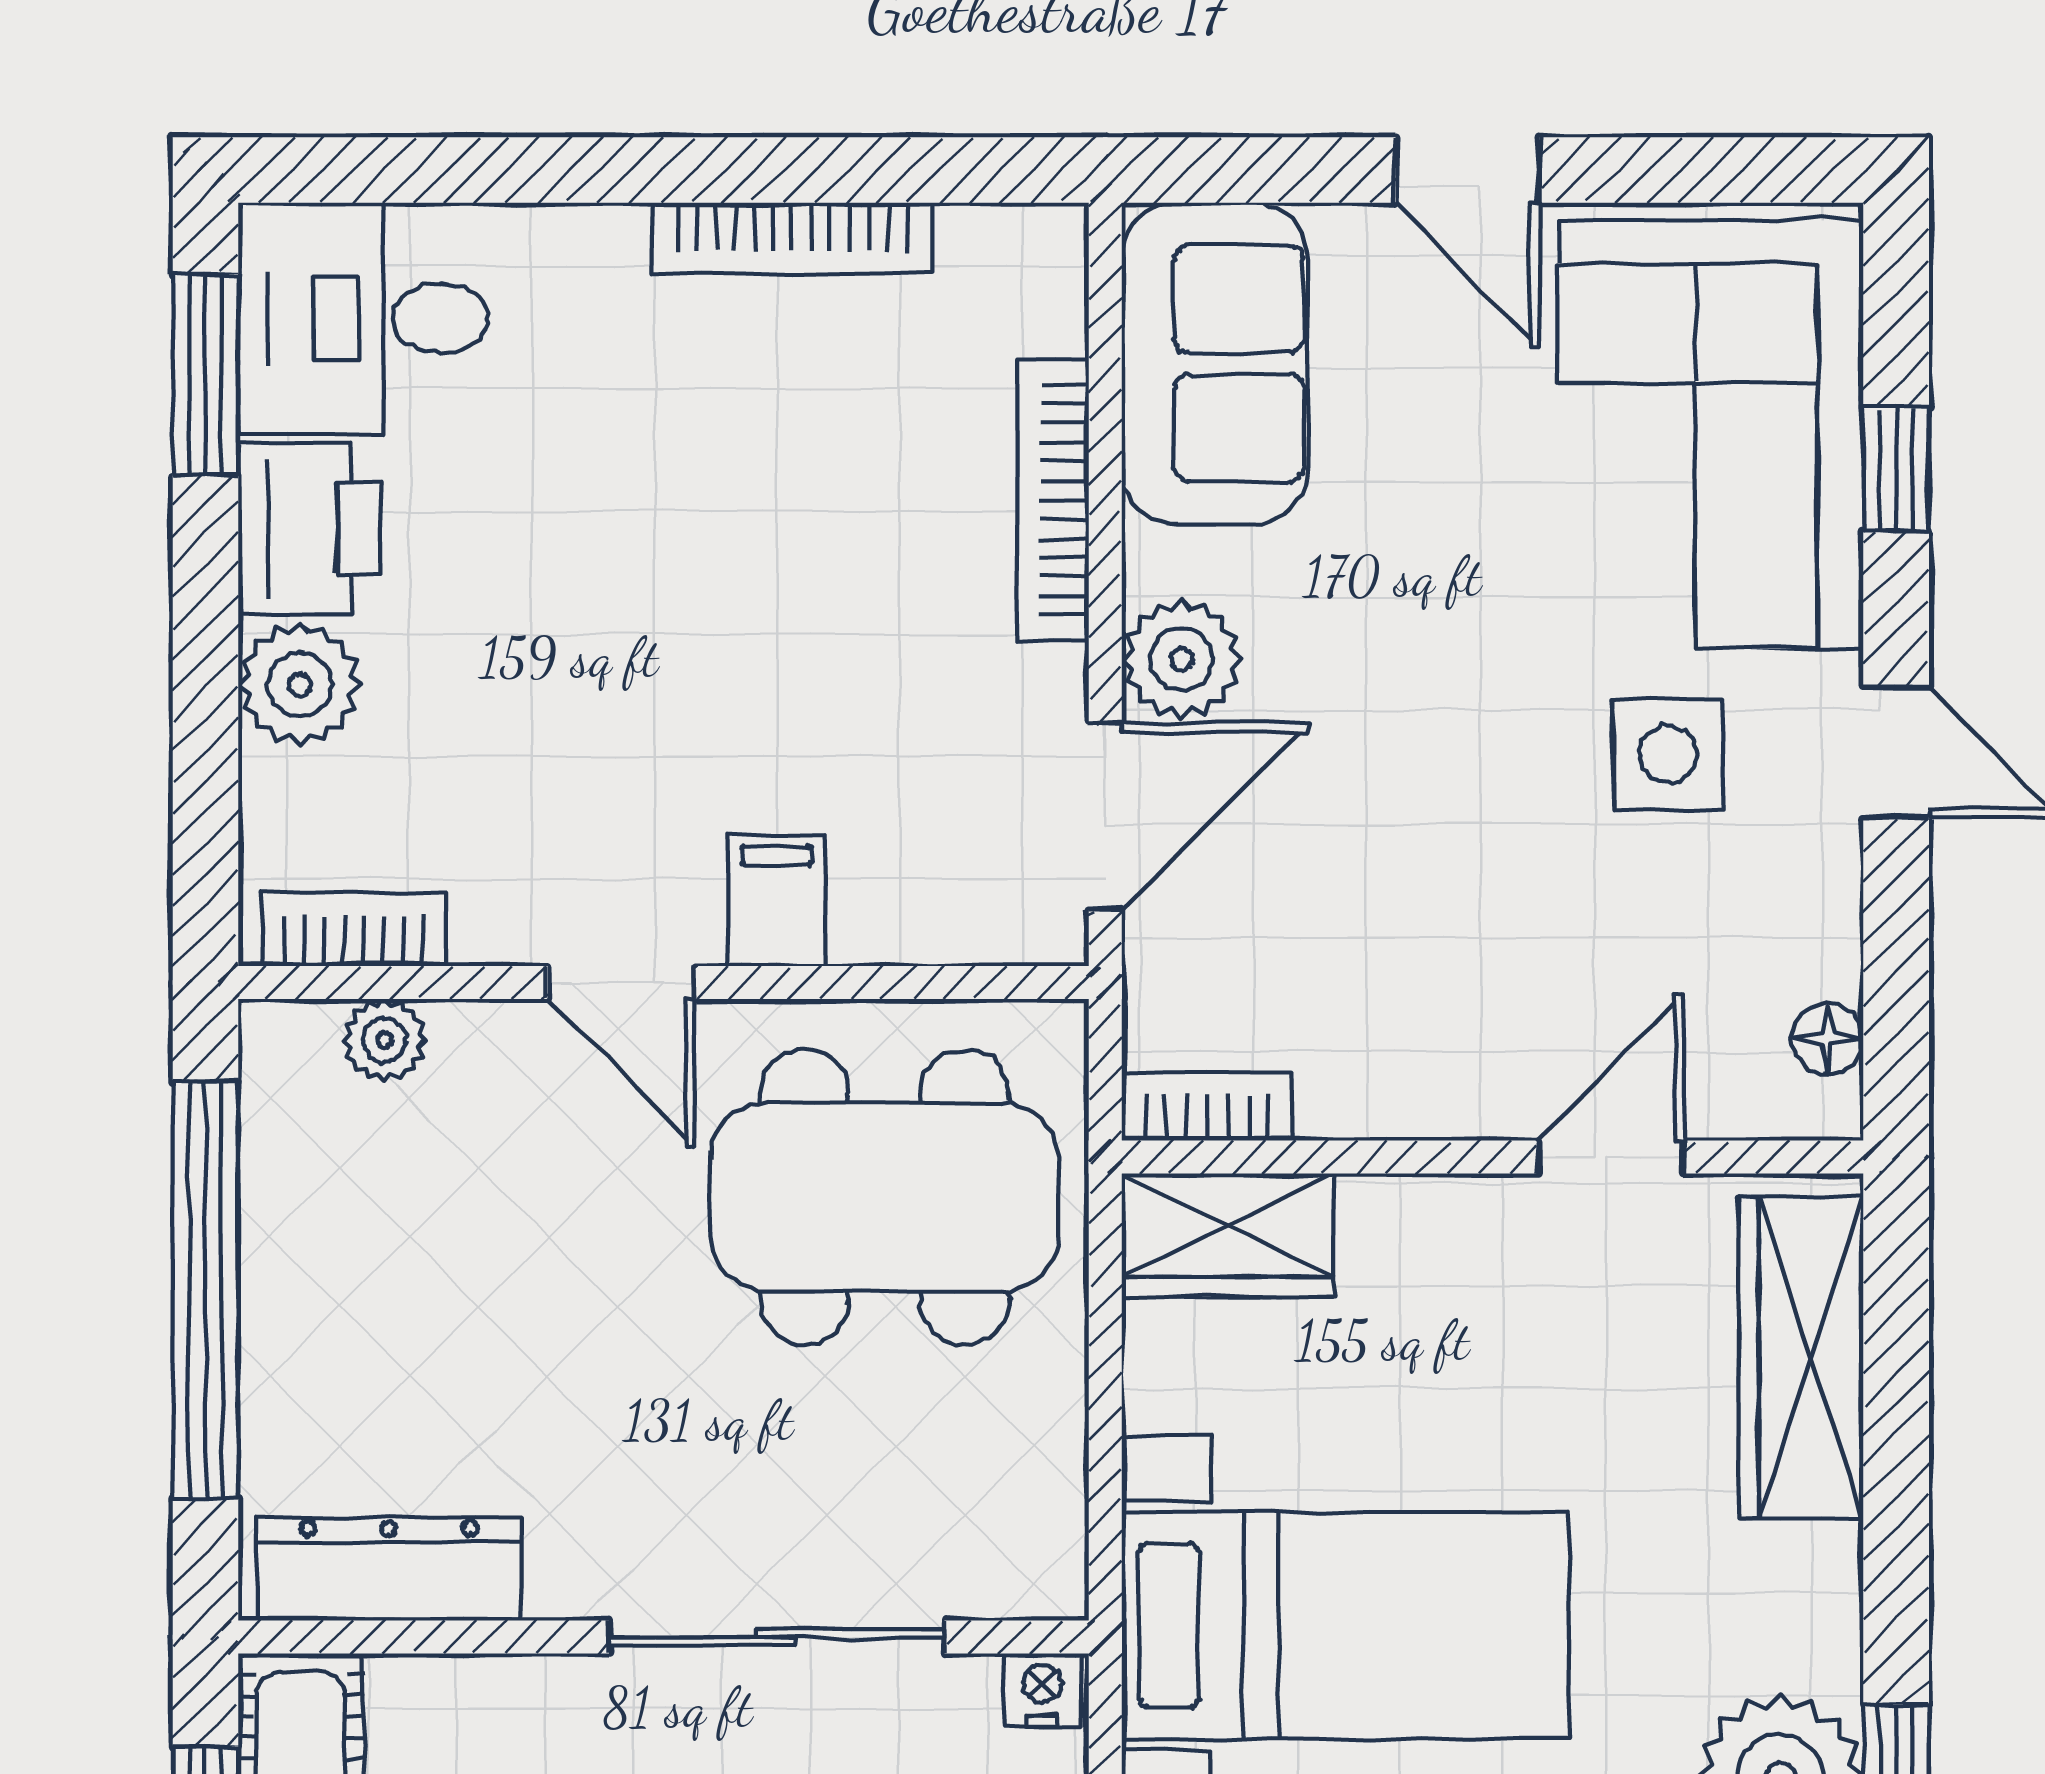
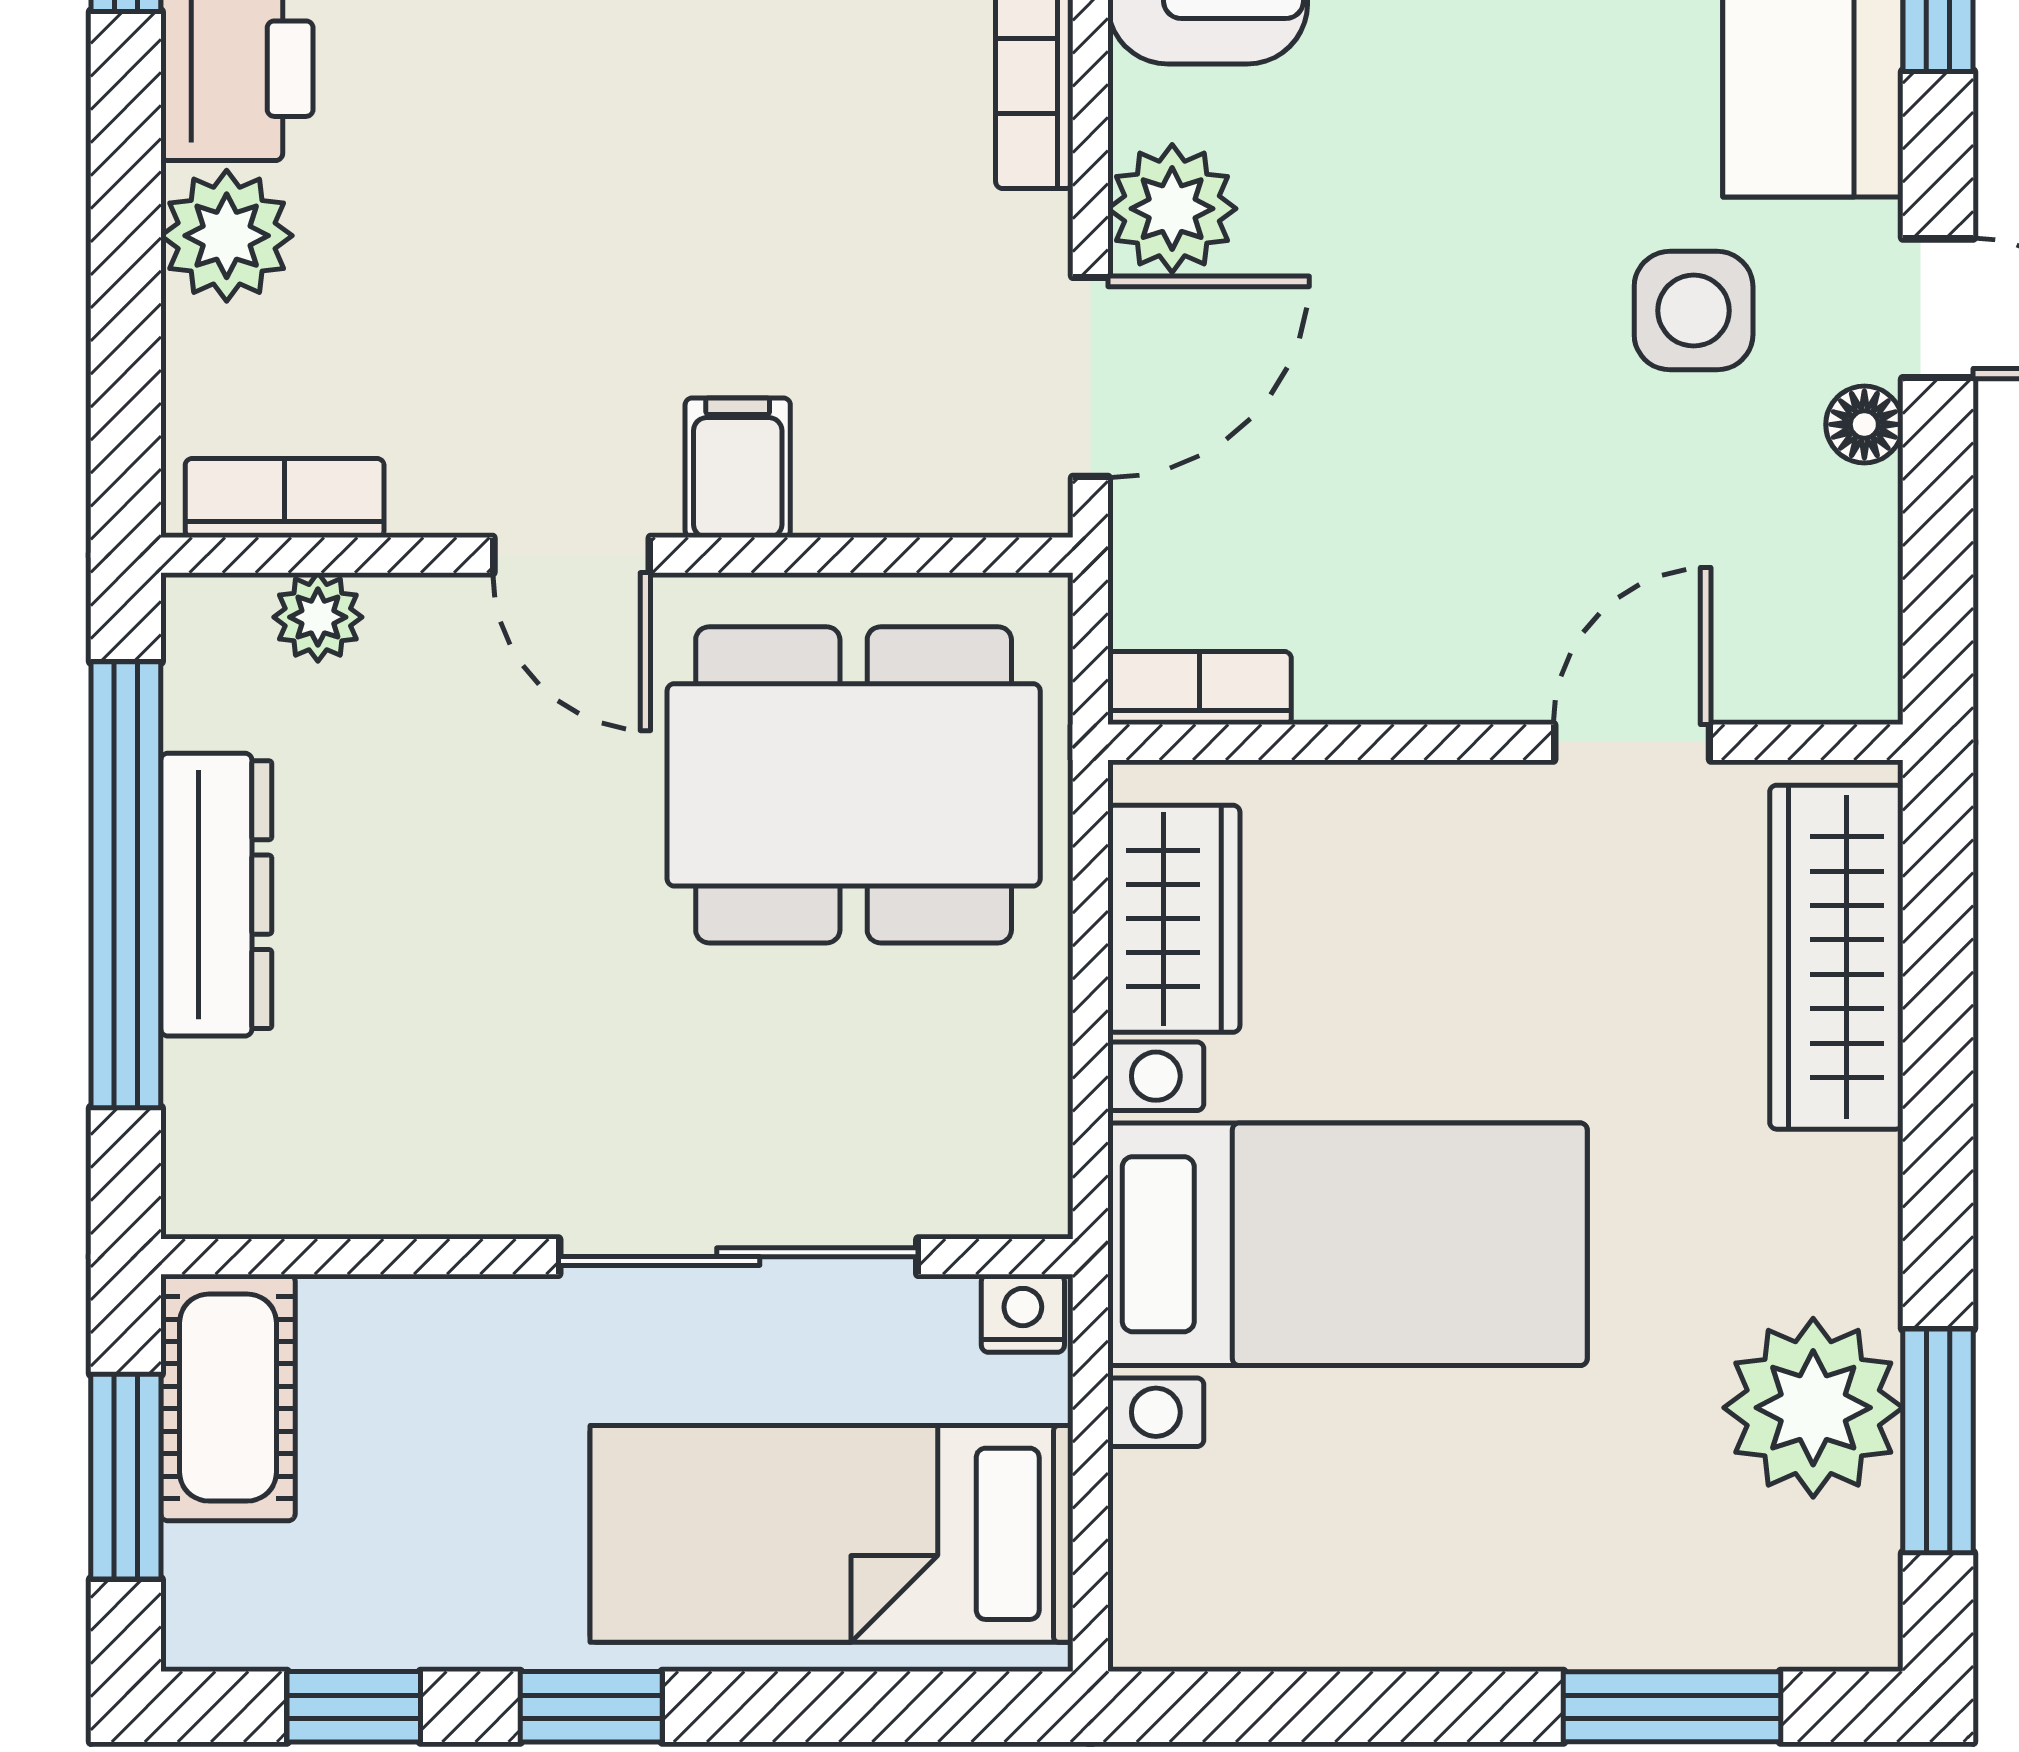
floor lamp: (1827, 1039) -> (1864, 424), moved
wardrobe: (1228, 1235) -> (1174, 919), moved, turned -90
dresser: (389, 1569) -> (216, 895), moved, turned 90

